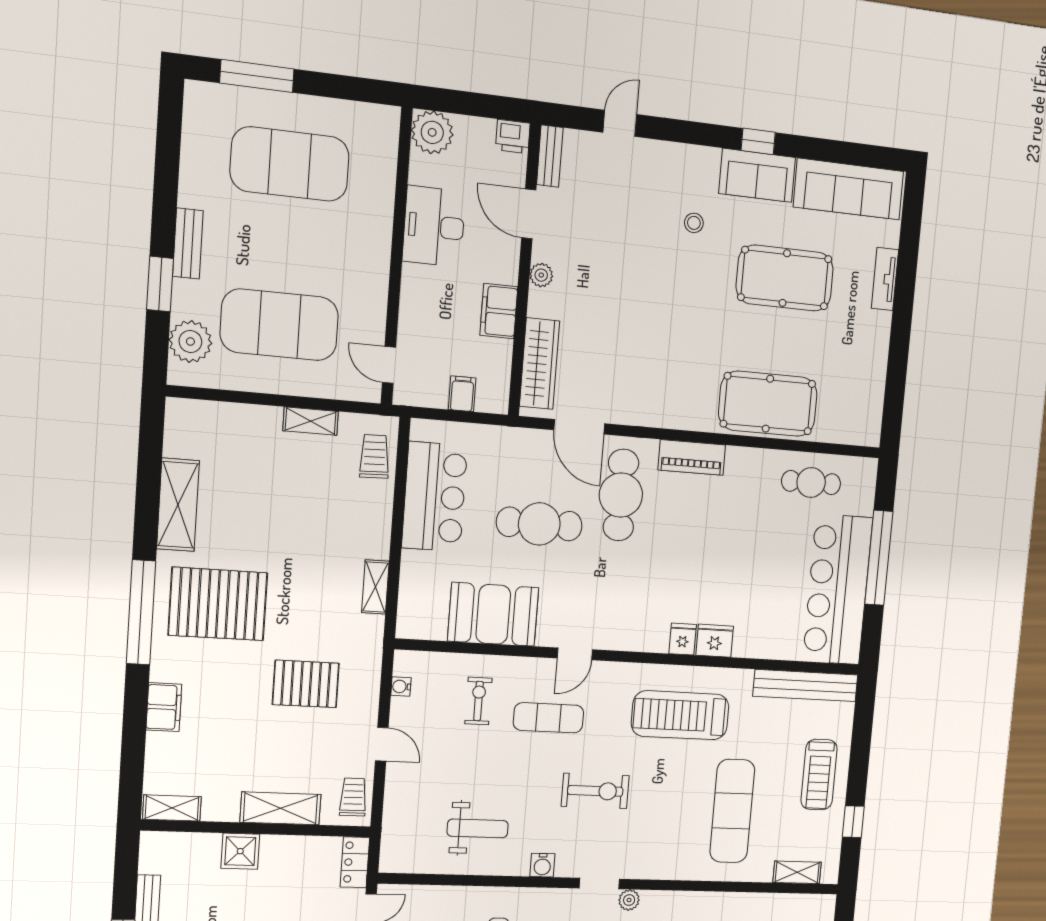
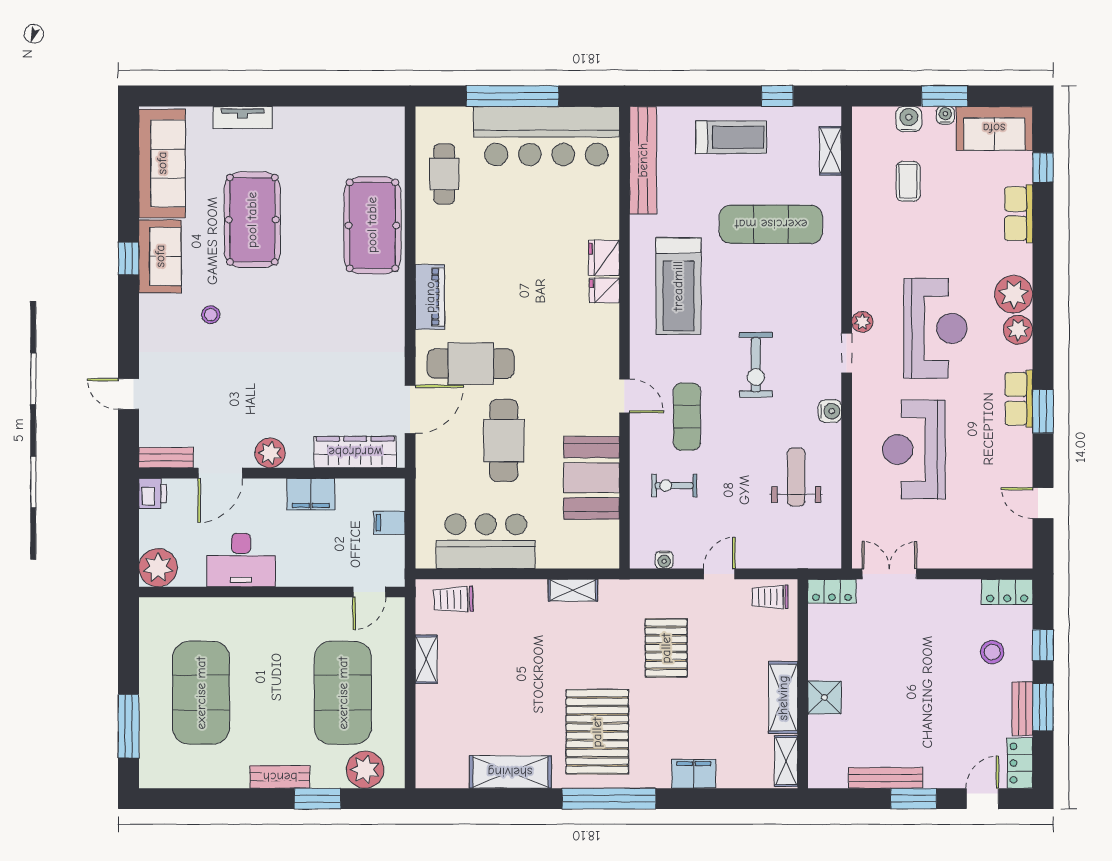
plant: (541, 275) -> (270, 453), width x1.38, depth x1.38
exercise bike: (595, 791) -> (756, 365), turned 180
shelving: (281, 808) -> (783, 698), moved

